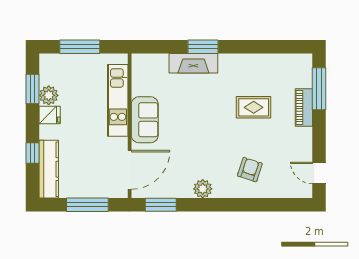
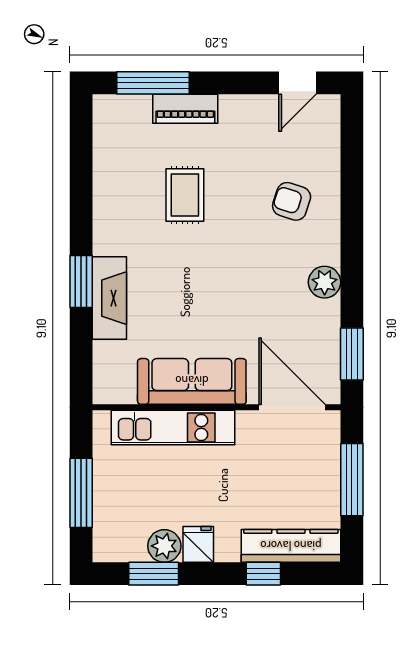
sofa: (145, 120) -> (192, 381), width x1.36

